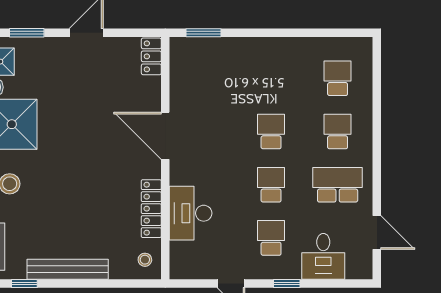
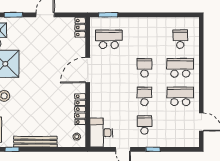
school desk: (205, 78) -> (109, 39), added
school desk: (338, 131) -> (180, 68), width x1.85
door: (165, 136) -> (88, 70), hinge flipped
desk: (191, 213) -> (101, 133), moved
desk: (323, 256) -> (173, 135), removed

